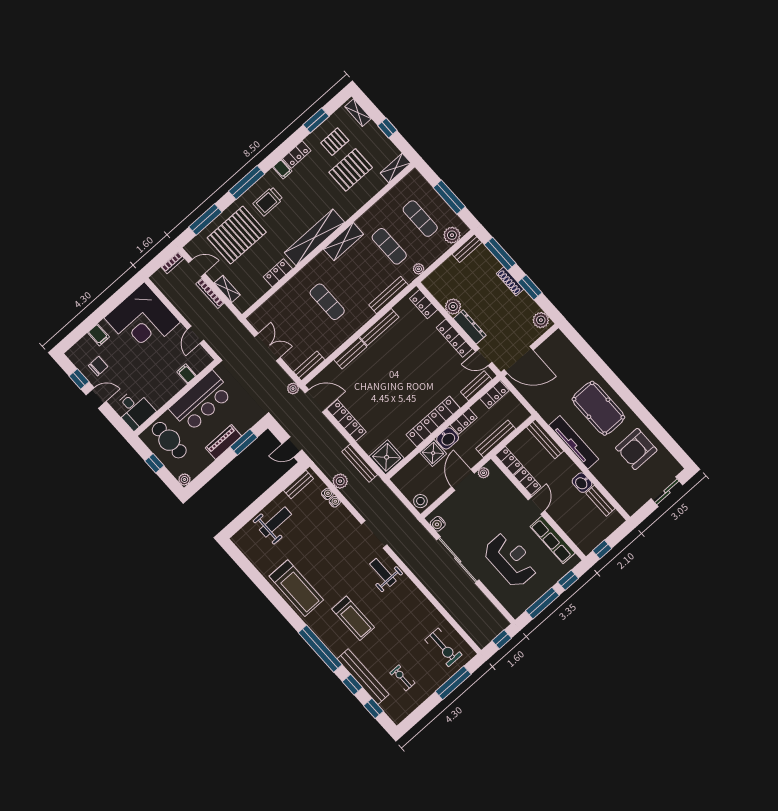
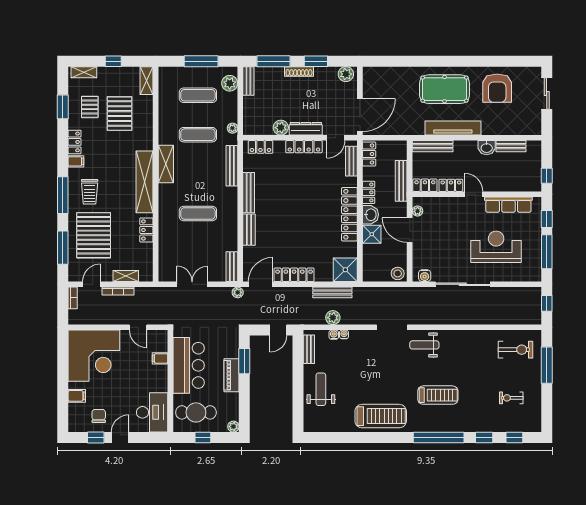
desk: (134, 409) -> (152, 412), width x1.37
bench: (363, 677) -> (485, 425), removed

